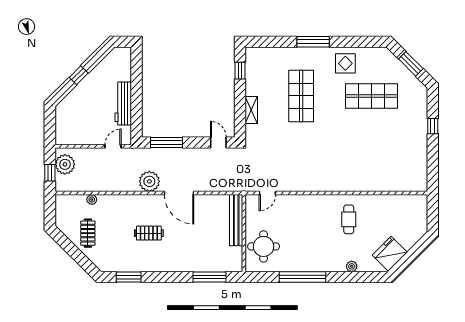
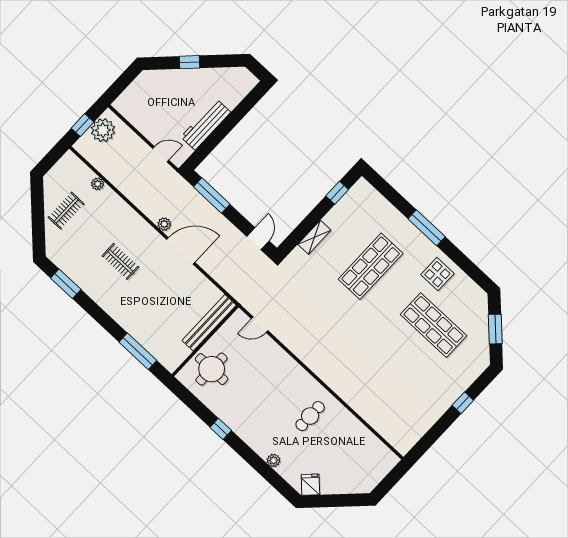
plant: (149, 181) -> (164, 224), width x0.53, depth x0.53
door: (179, 193) -> (181, 251), swing flipped
fridge: (390, 254) -> (310, 485), width x0.53, depth x0.75
window: (302, 277) -> (221, 429), width x0.32

